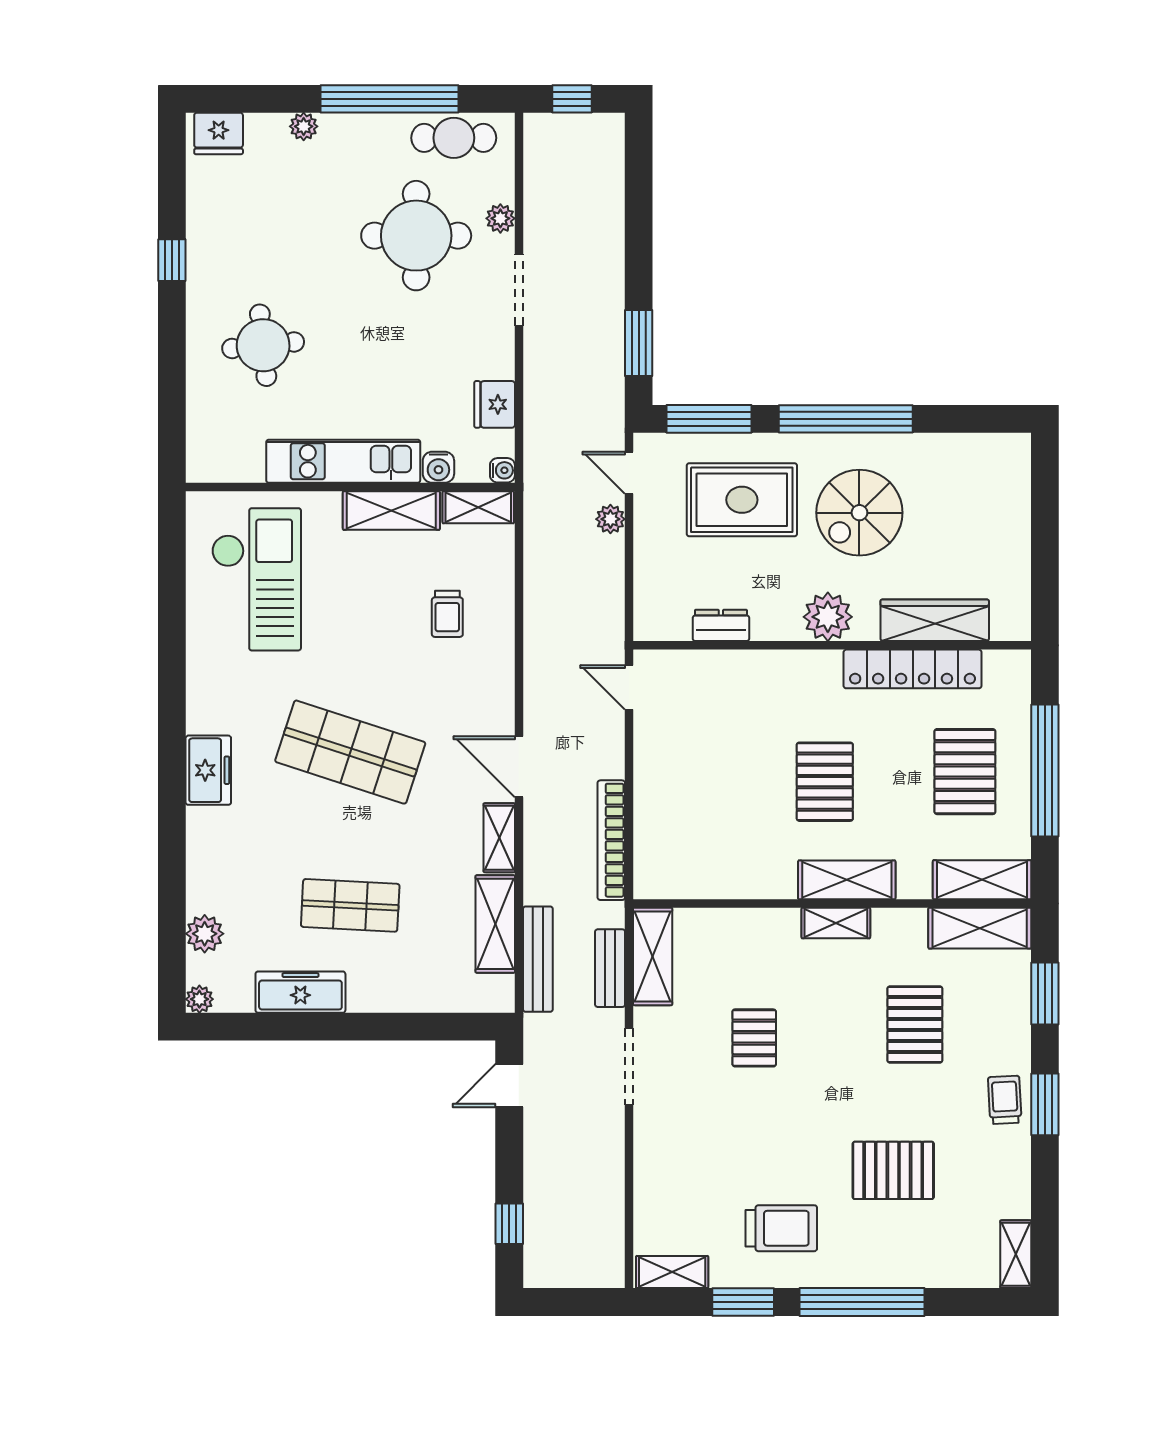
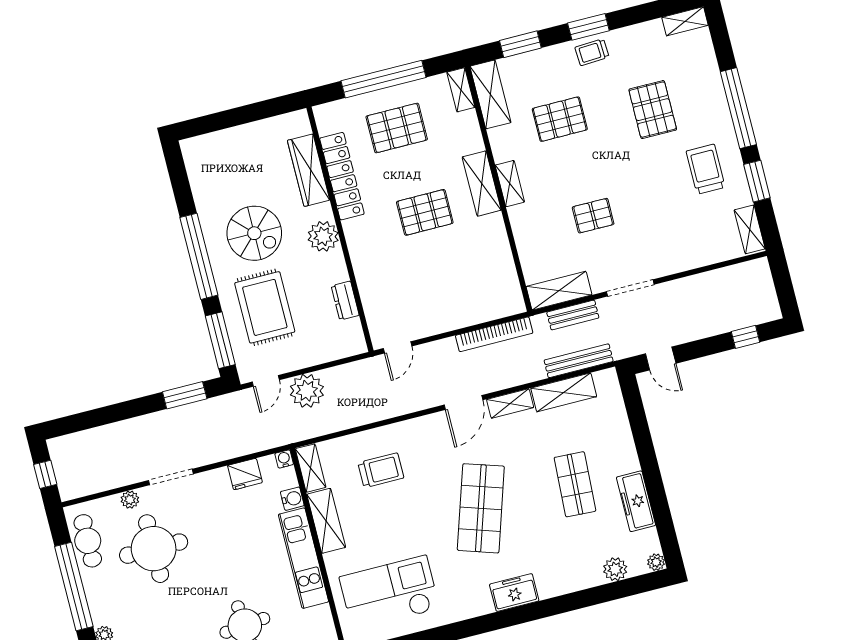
plant: (610, 519) -> (307, 391), width x1.88, depth x1.88
trolley: (447, 614) -> (381, 470), width x1.36, depth x1.39
shelving: (982, 880) -> (461, 90), width x0.67, depth x0.75

